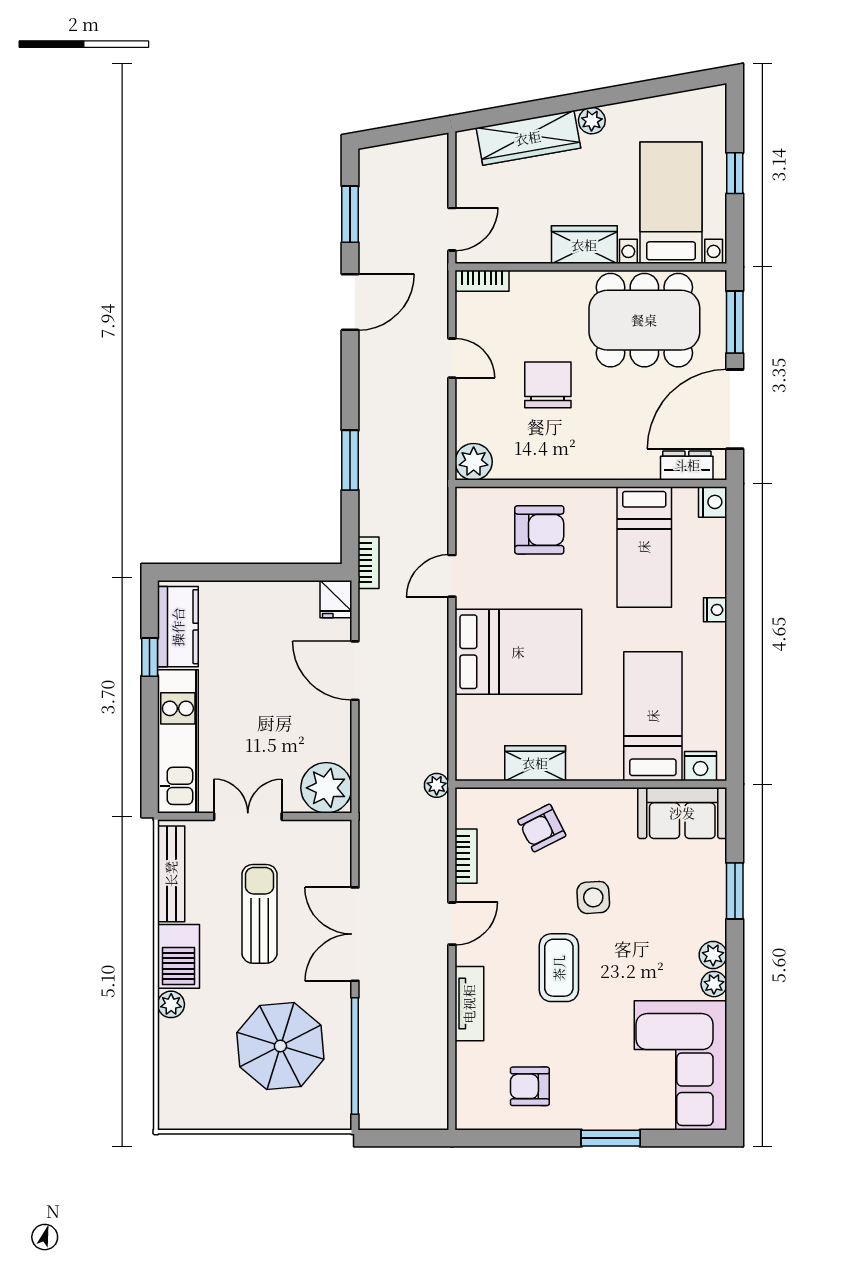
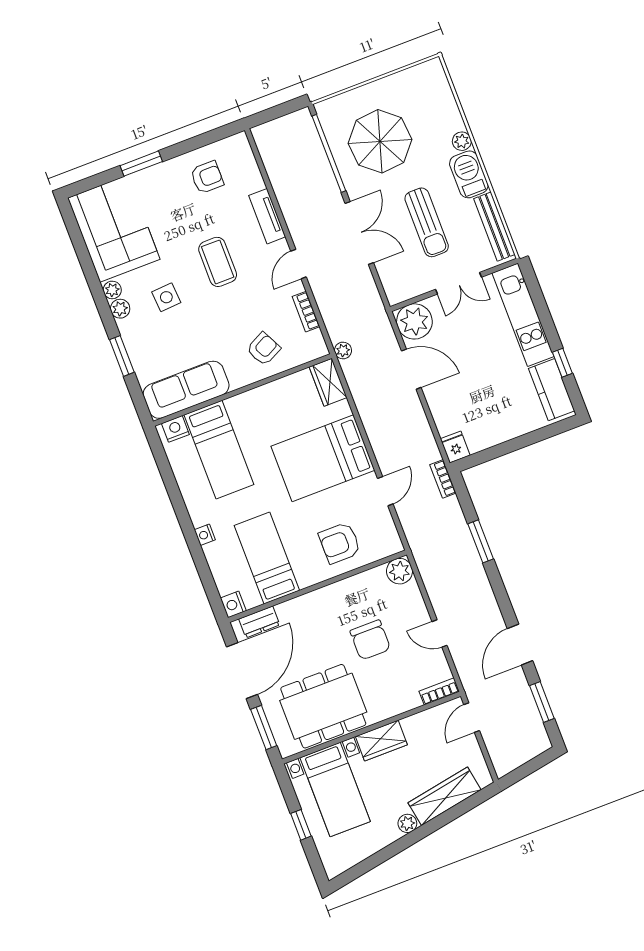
door: (355, 671) -> (411, 369), moved
wardrobe: (535, 763) -> (328, 382), moved, turned 90
sofa: (682, 813) -> (186, 390), width x1.36
side table: (593, 897) -> (166, 297), moved

